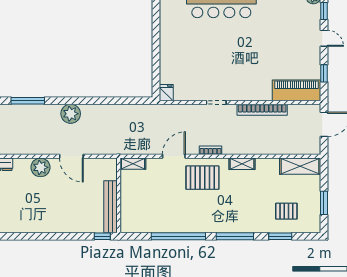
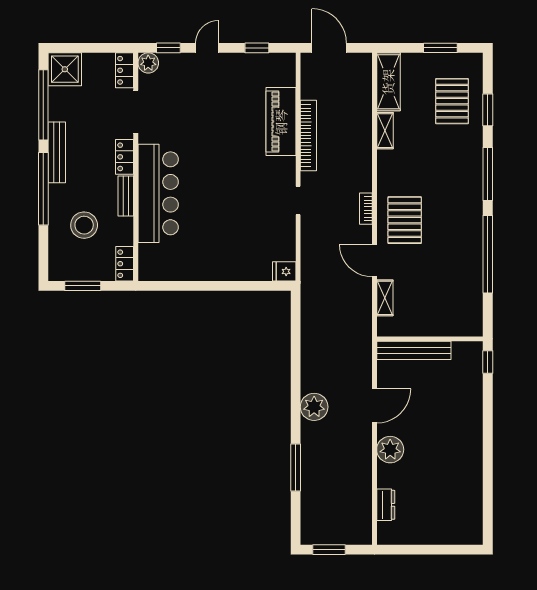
piano: (297, 90) -> (281, 122), moved
shelving: (133, 164) -> (385, 298), moved
shelving: (242, 164) -> (385, 131), moved
bench: (111, 207) -> (414, 350), moved
pallet: (286, 211) -> (452, 101), width x1.50, depth x1.42

